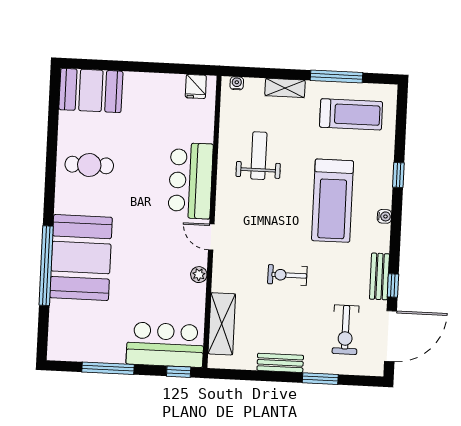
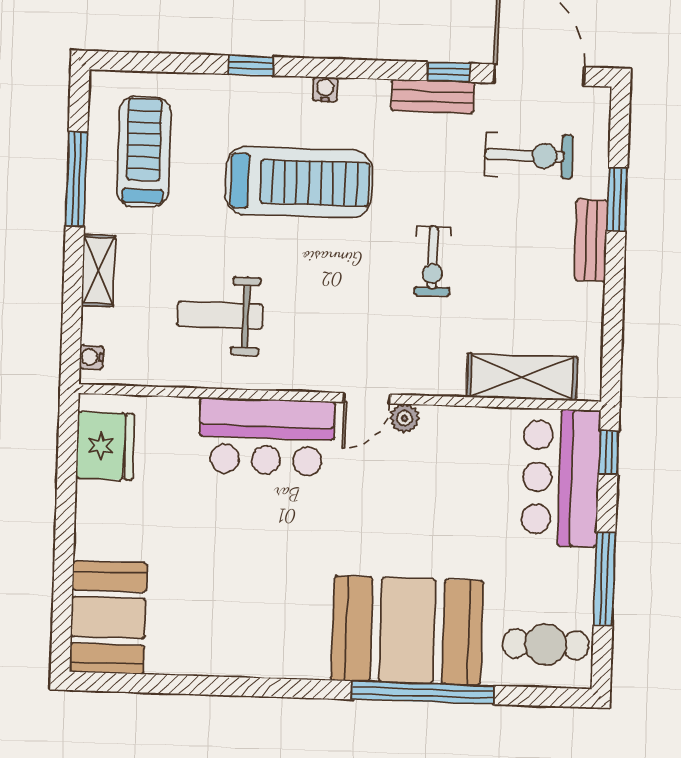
fridge: (196, 87) -> (105, 446), width x1.88, depth x1.34
cafe table: (89, 165) -> (546, 644), moved, turned 90
plant: (199, 275) -> (404, 418), moved
bench: (280, 363) -> (591, 240), moved

